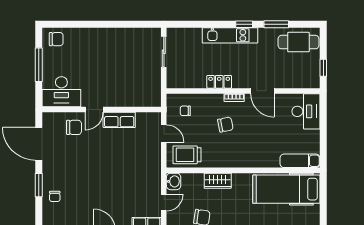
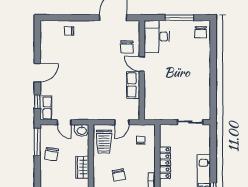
locker: (219, 82) -> (165, 163), width x1.53
chair: (225, 125) -> (119, 175), moved
trolley: (187, 155) -> (104, 142), turned 180
window: (39, 185) -> (79, 18), removed

